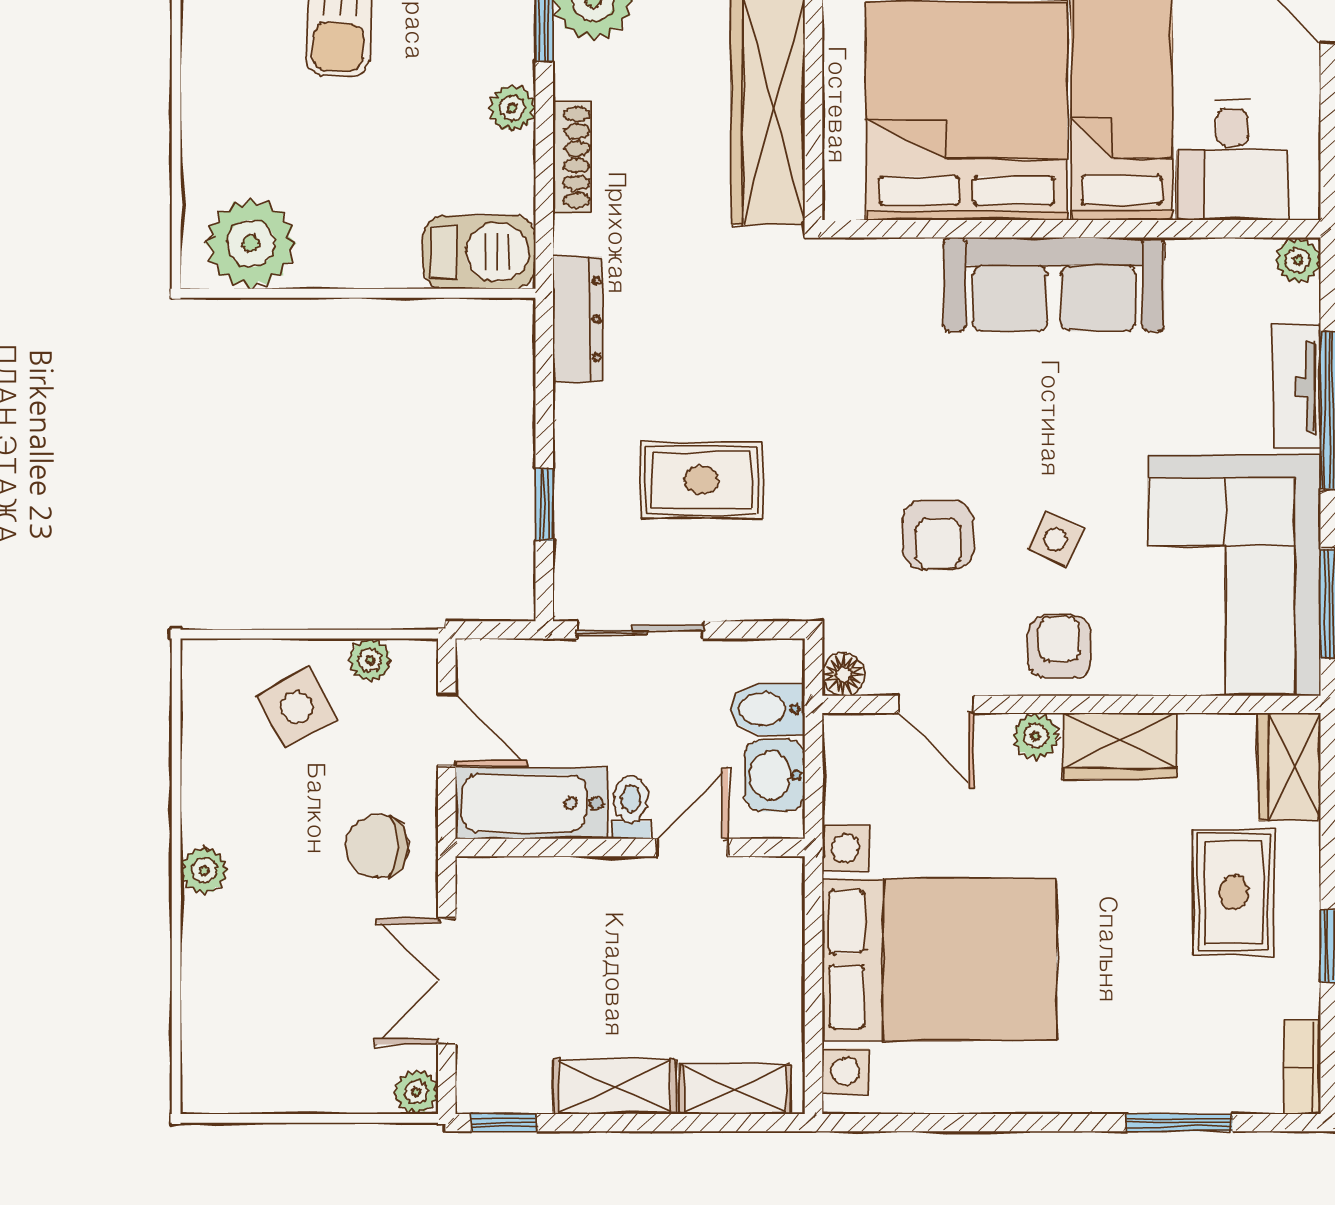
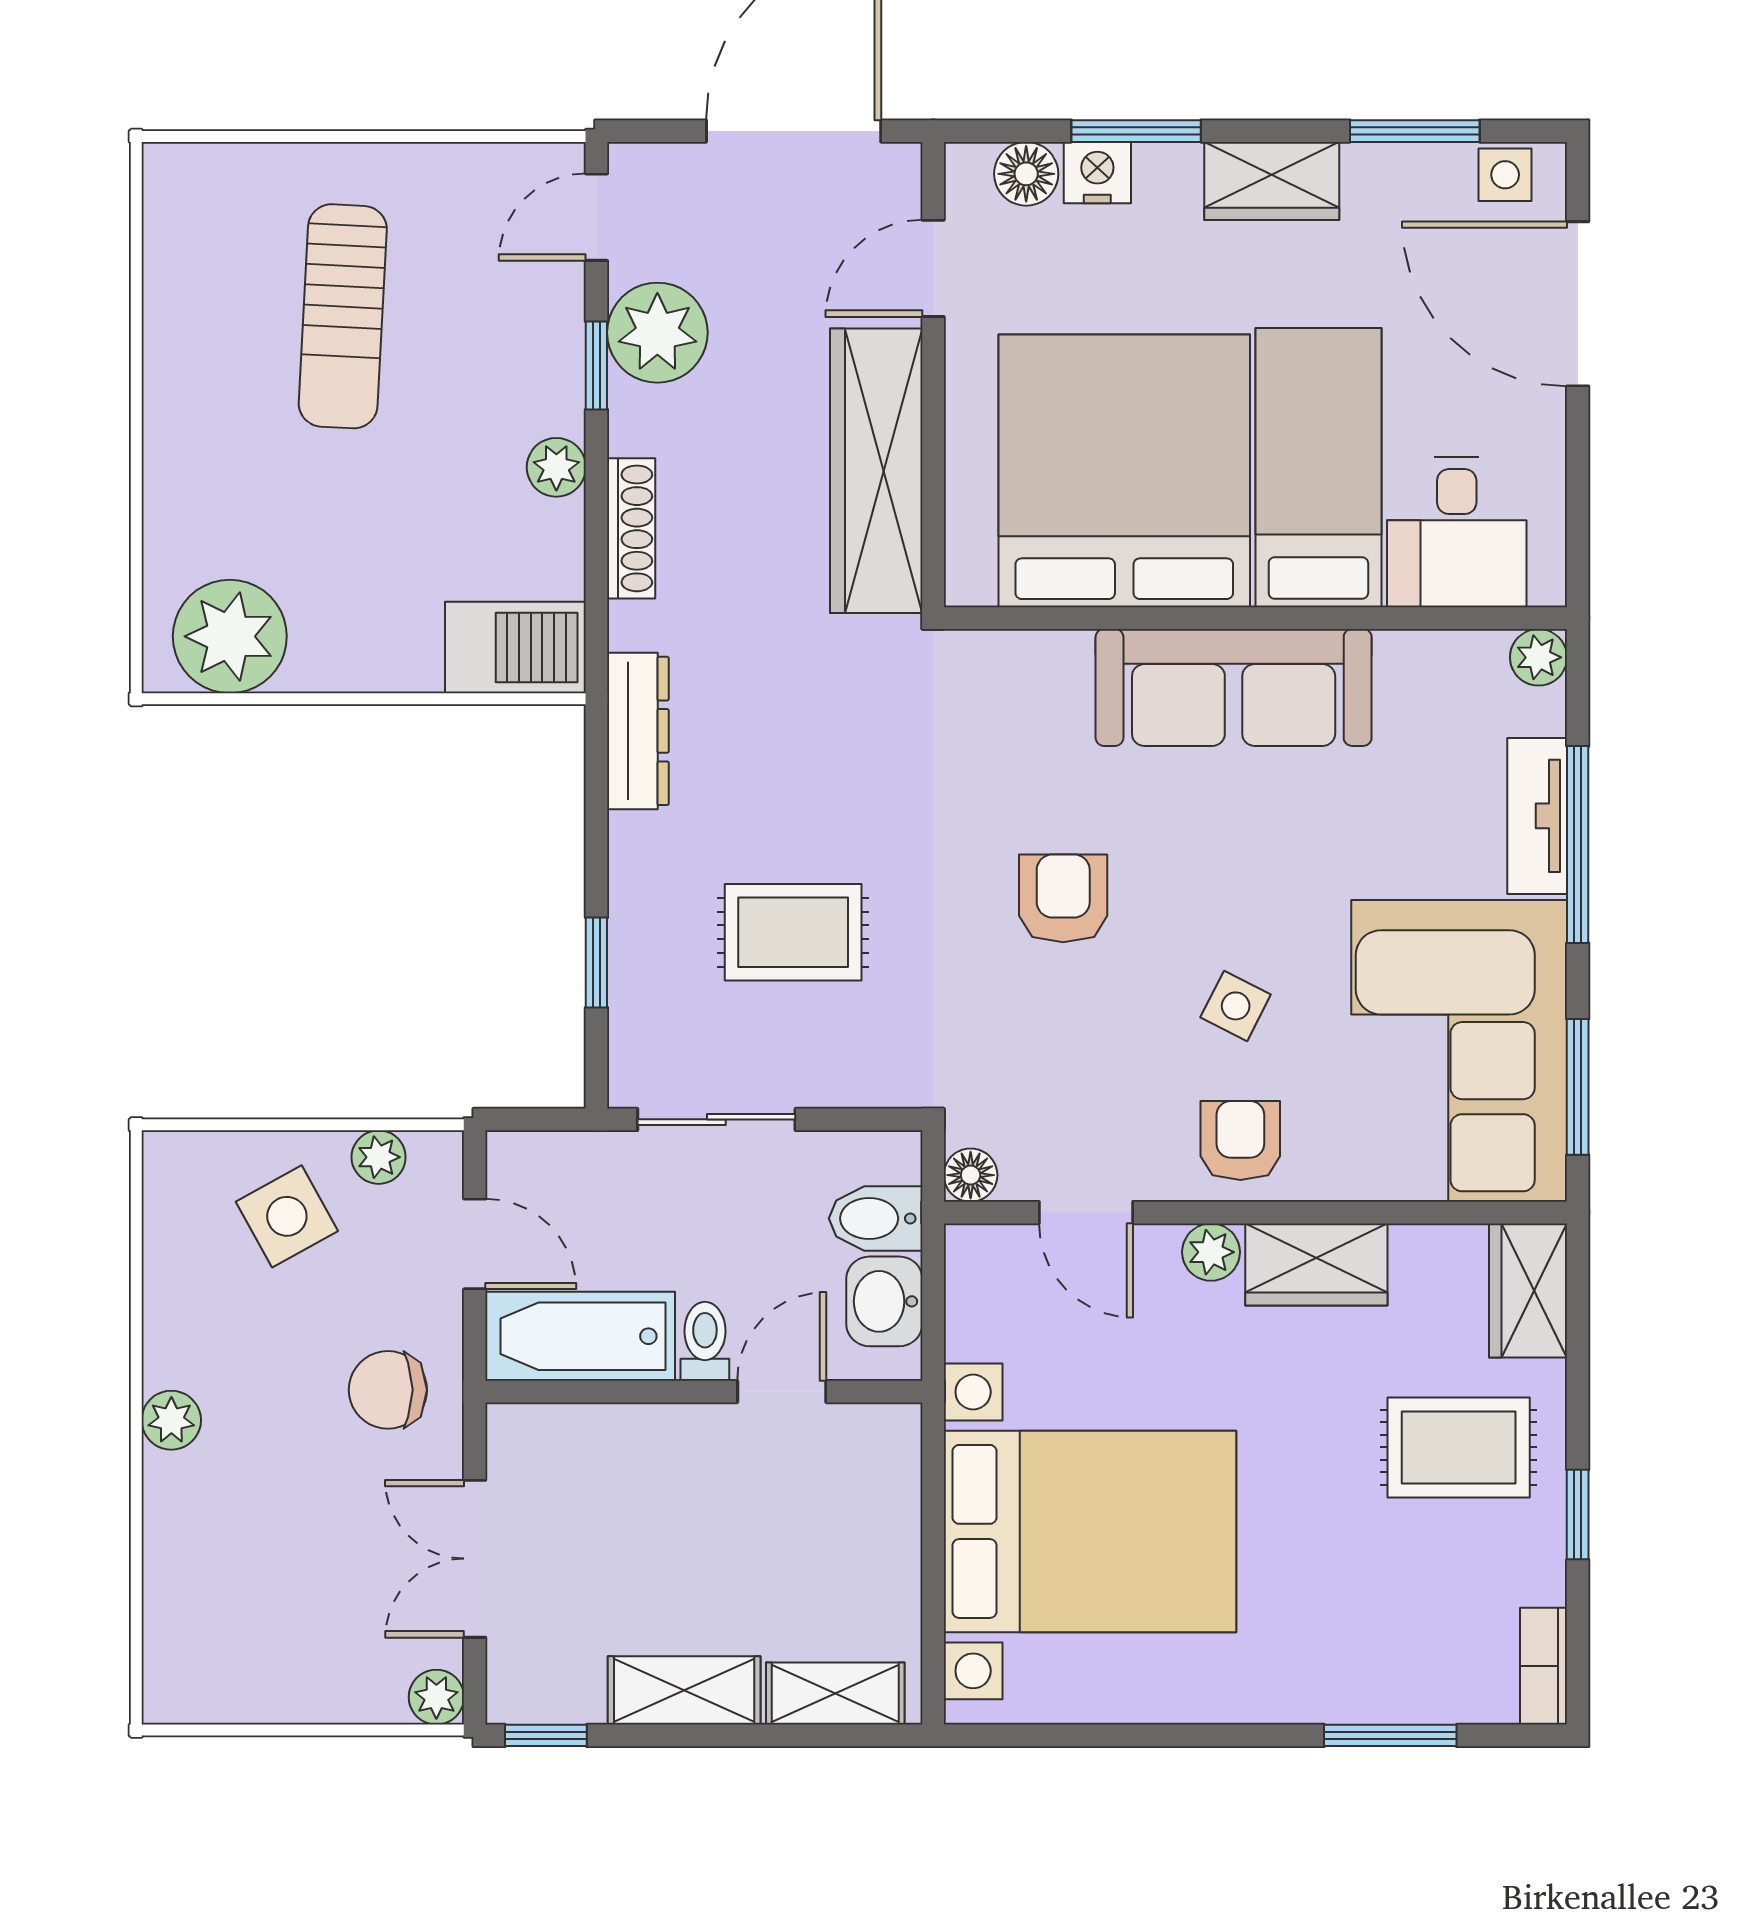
armchair: (938, 535) -> (1063, 898), moved, turned 180
rug: (1234, 892) -> (1459, 1447), turned 90

